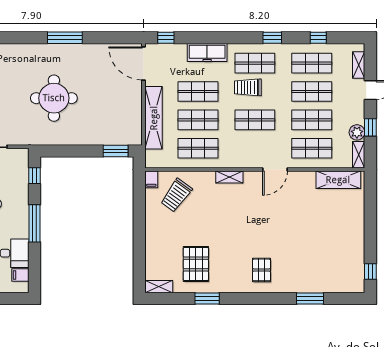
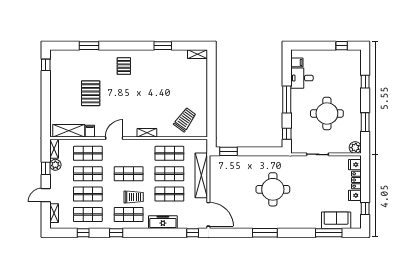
filing cabinet: (151, 179) -> (90, 131), moved
pallet: (196, 264) -> (91, 93), moved

